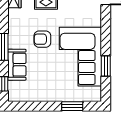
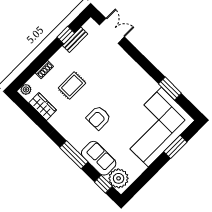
corner sofa: (80, 57) -> (155, 127), moved, turned 90
plant: (17, 90) -> (119, 178), added

